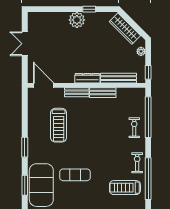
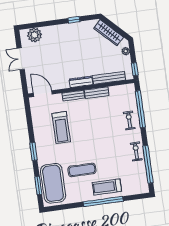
plant: (77, 20) -> (35, 35), moved
treadmill: (125, 188) -> (107, 187), moved

